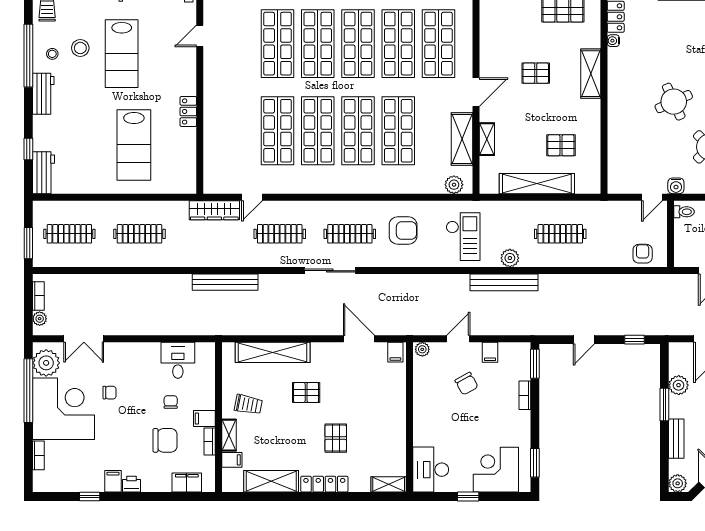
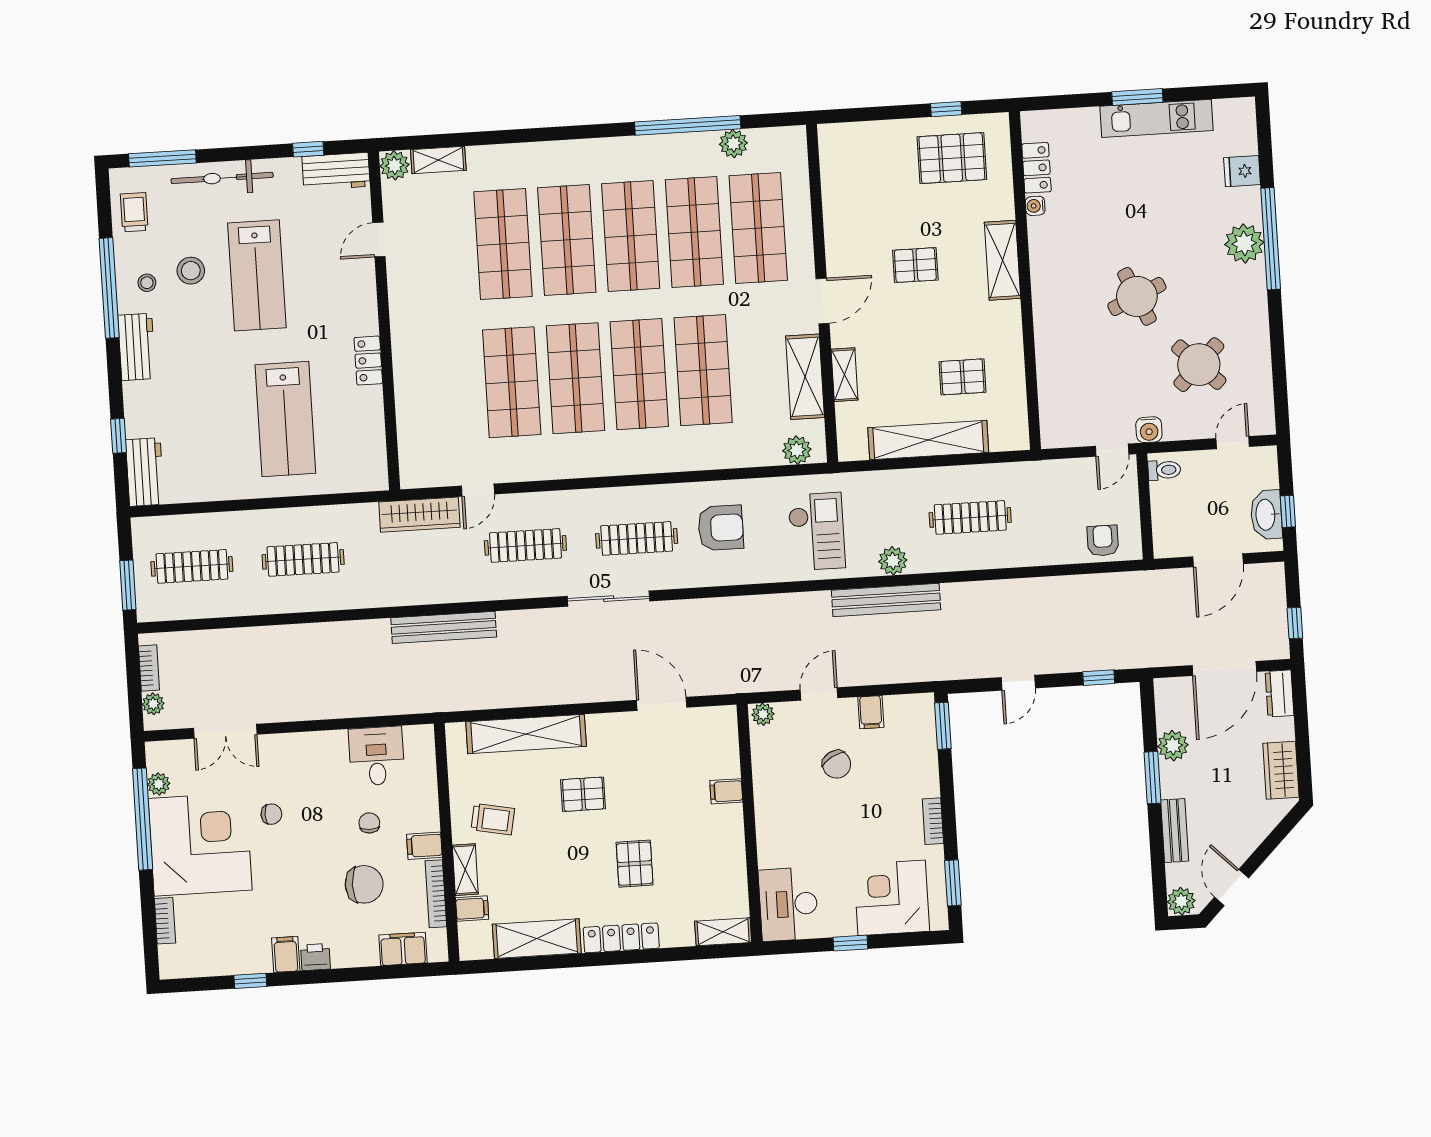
filing cabinet: (395, 352) -> (726, 791), moved, turned 90
plant: (46, 363) -> (159, 784), width x0.53, depth x0.53
bookcase: (525, 395) -> (933, 821), moved
bookcase: (210, 441) -> (436, 894), width x1.56

